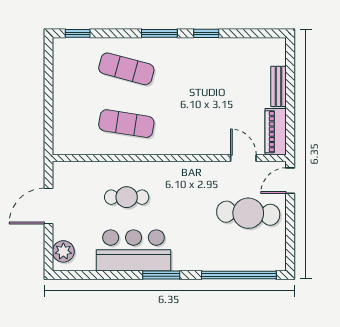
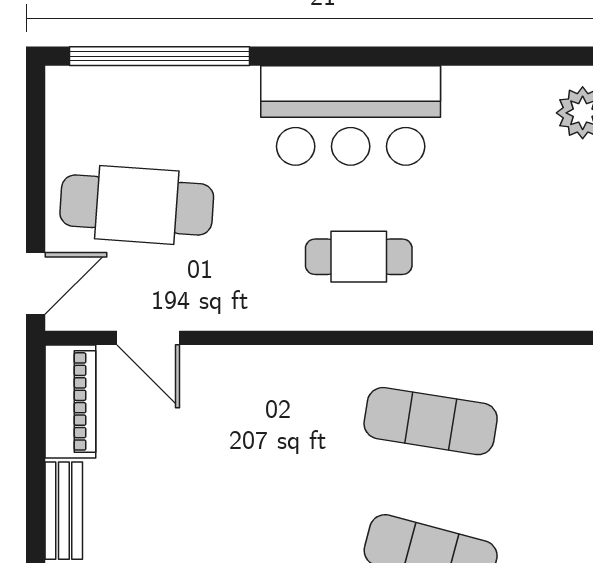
cafe table: (127, 197) -> (359, 257), moved
bar counter: (134, 250) -> (351, 115), moved
window: (161, 275) -> (346, 56), removed

